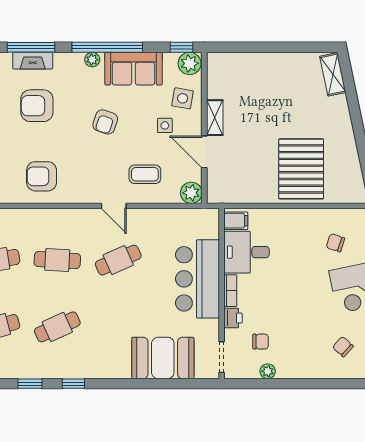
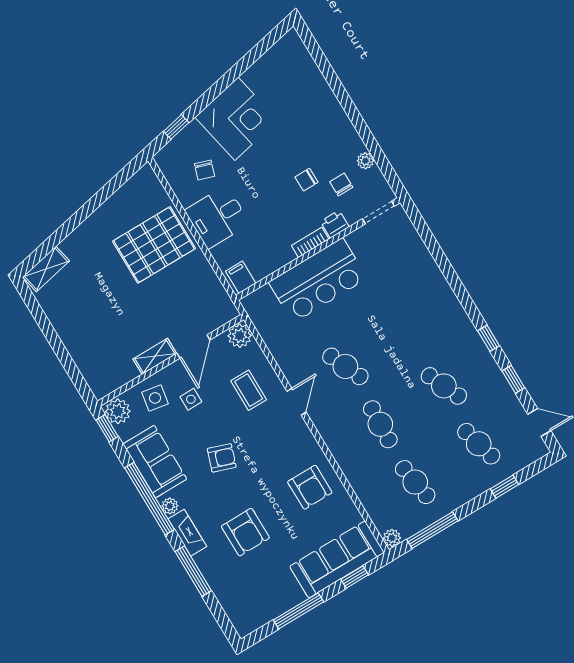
fireplace: (33, 61) -> (187, 533), moved
desk: (247, 252) -> (217, 217), moved, turned 90
chair: (343, 347) -> (306, 180), moved, turned 48
booth: (163, 358) -> (413, 268), removed

